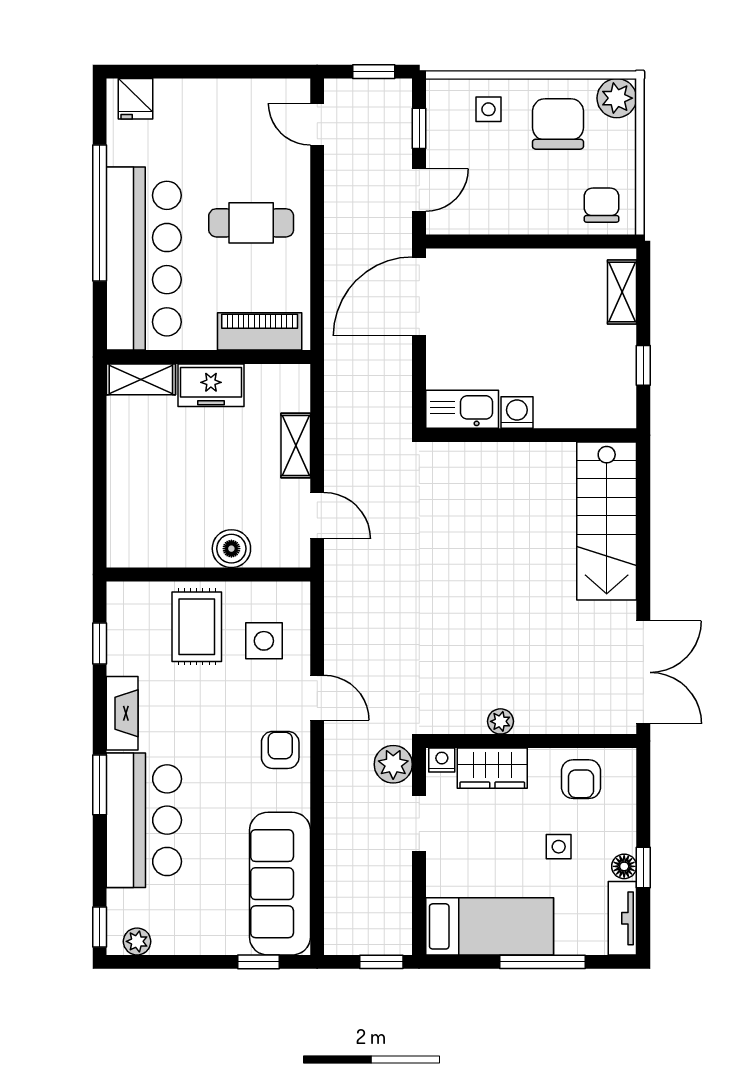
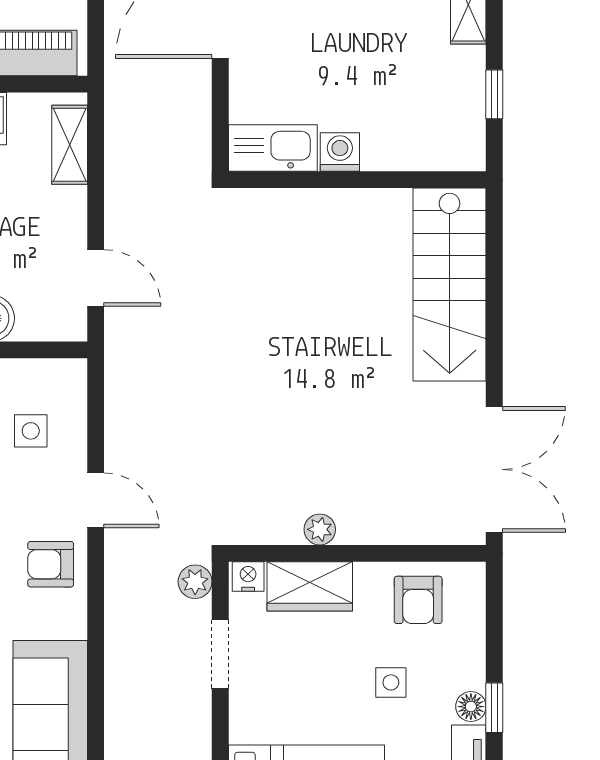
shelving: (296, 445) -> (70, 145), moved
side table: (264, 641) -> (31, 431), width x0.73, depth x0.73
armchair: (280, 750) -> (51, 564), turned -90
plant: (393, 764) -> (195, 582), width x0.73, depth x0.73

